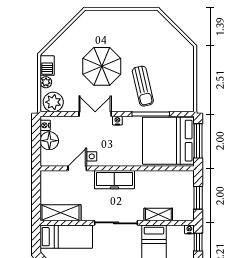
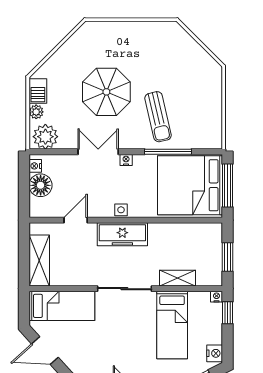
side table: (92, 156) -> (121, 210), moved
shelving: (60, 213) -> (39, 260), moved, turned 90

